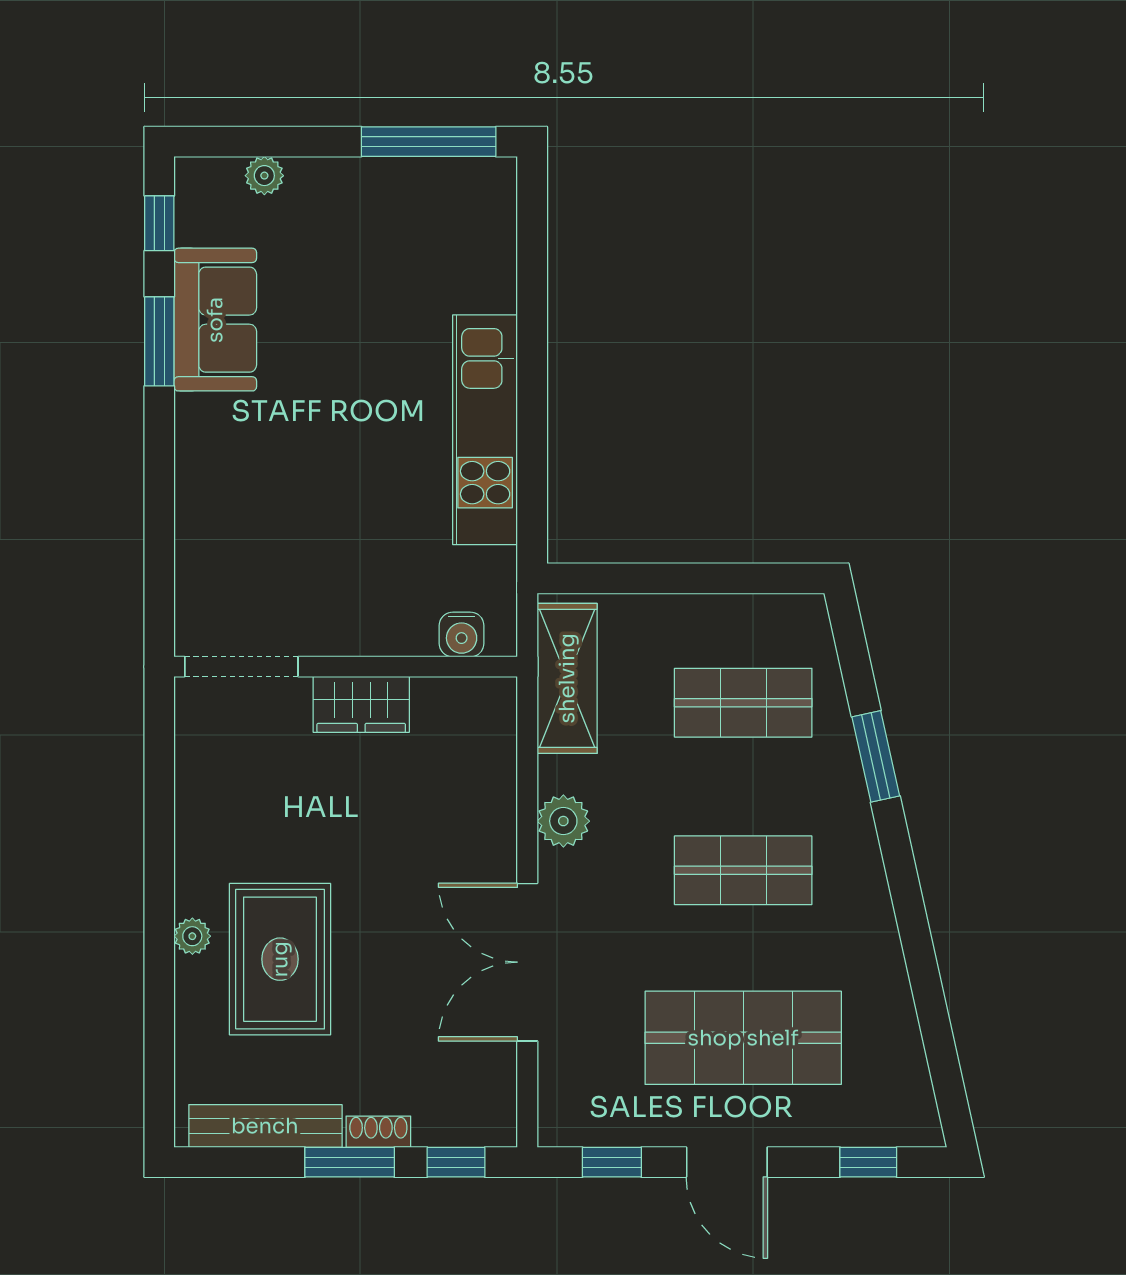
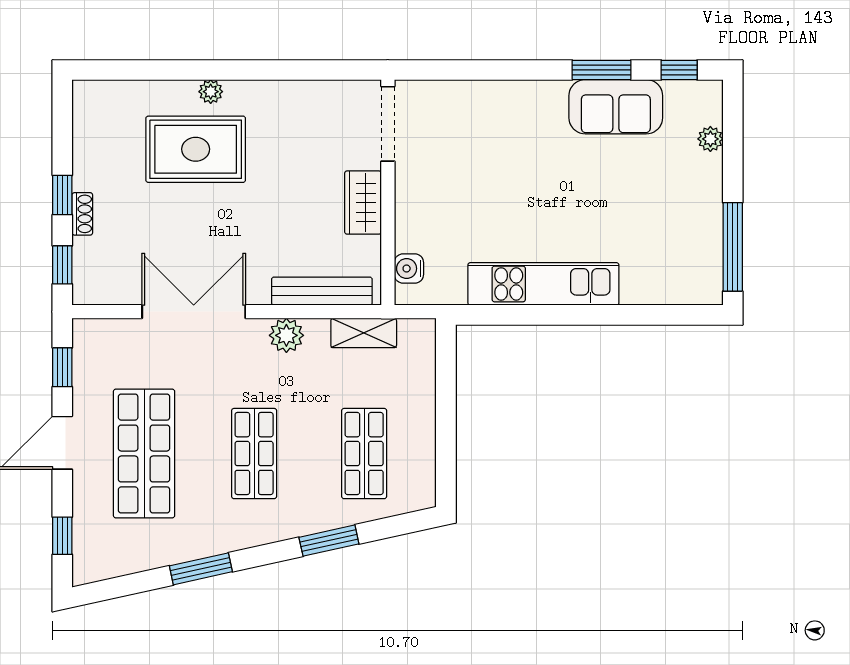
shelving: (567, 678) -> (364, 333), width x0.67, depth x0.75
window: (919, 951) -> (201, 569), added
bench: (265, 1126) -> (322, 291), moved, turned 90
window: (350, 1162) -> (62, 195), width x0.67

